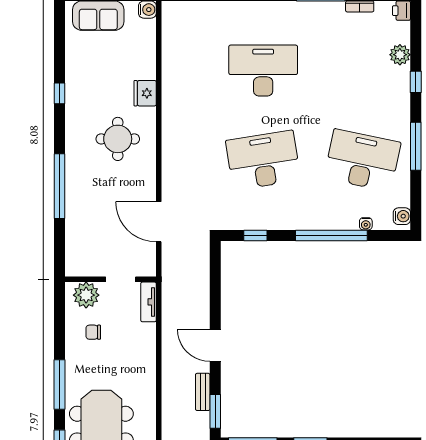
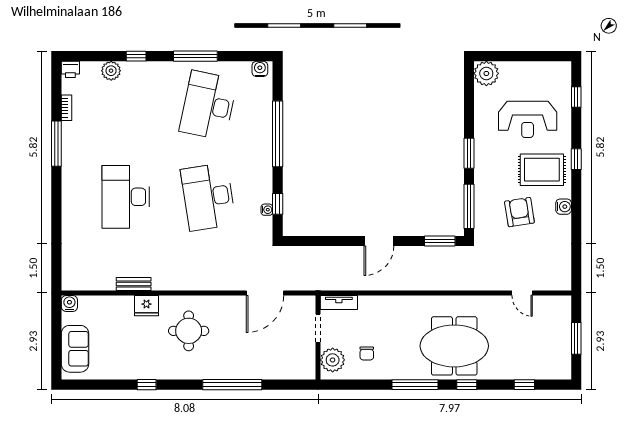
water cooler: (366, 224) -> (267, 210), moved
bench: (203, 392) -> (134, 284), moved

